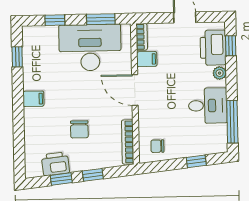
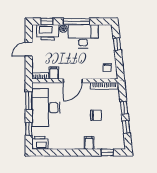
window: (17, 57) -> (107, 152), moved
filing cabinet: (34, 99) -> (89, 143), moved
desk: (208, 106) -> (83, 36), width x1.37
window: (232, 122) -> (76, 21), moved
printer: (55, 164) -> (40, 143), moved, turned 96

